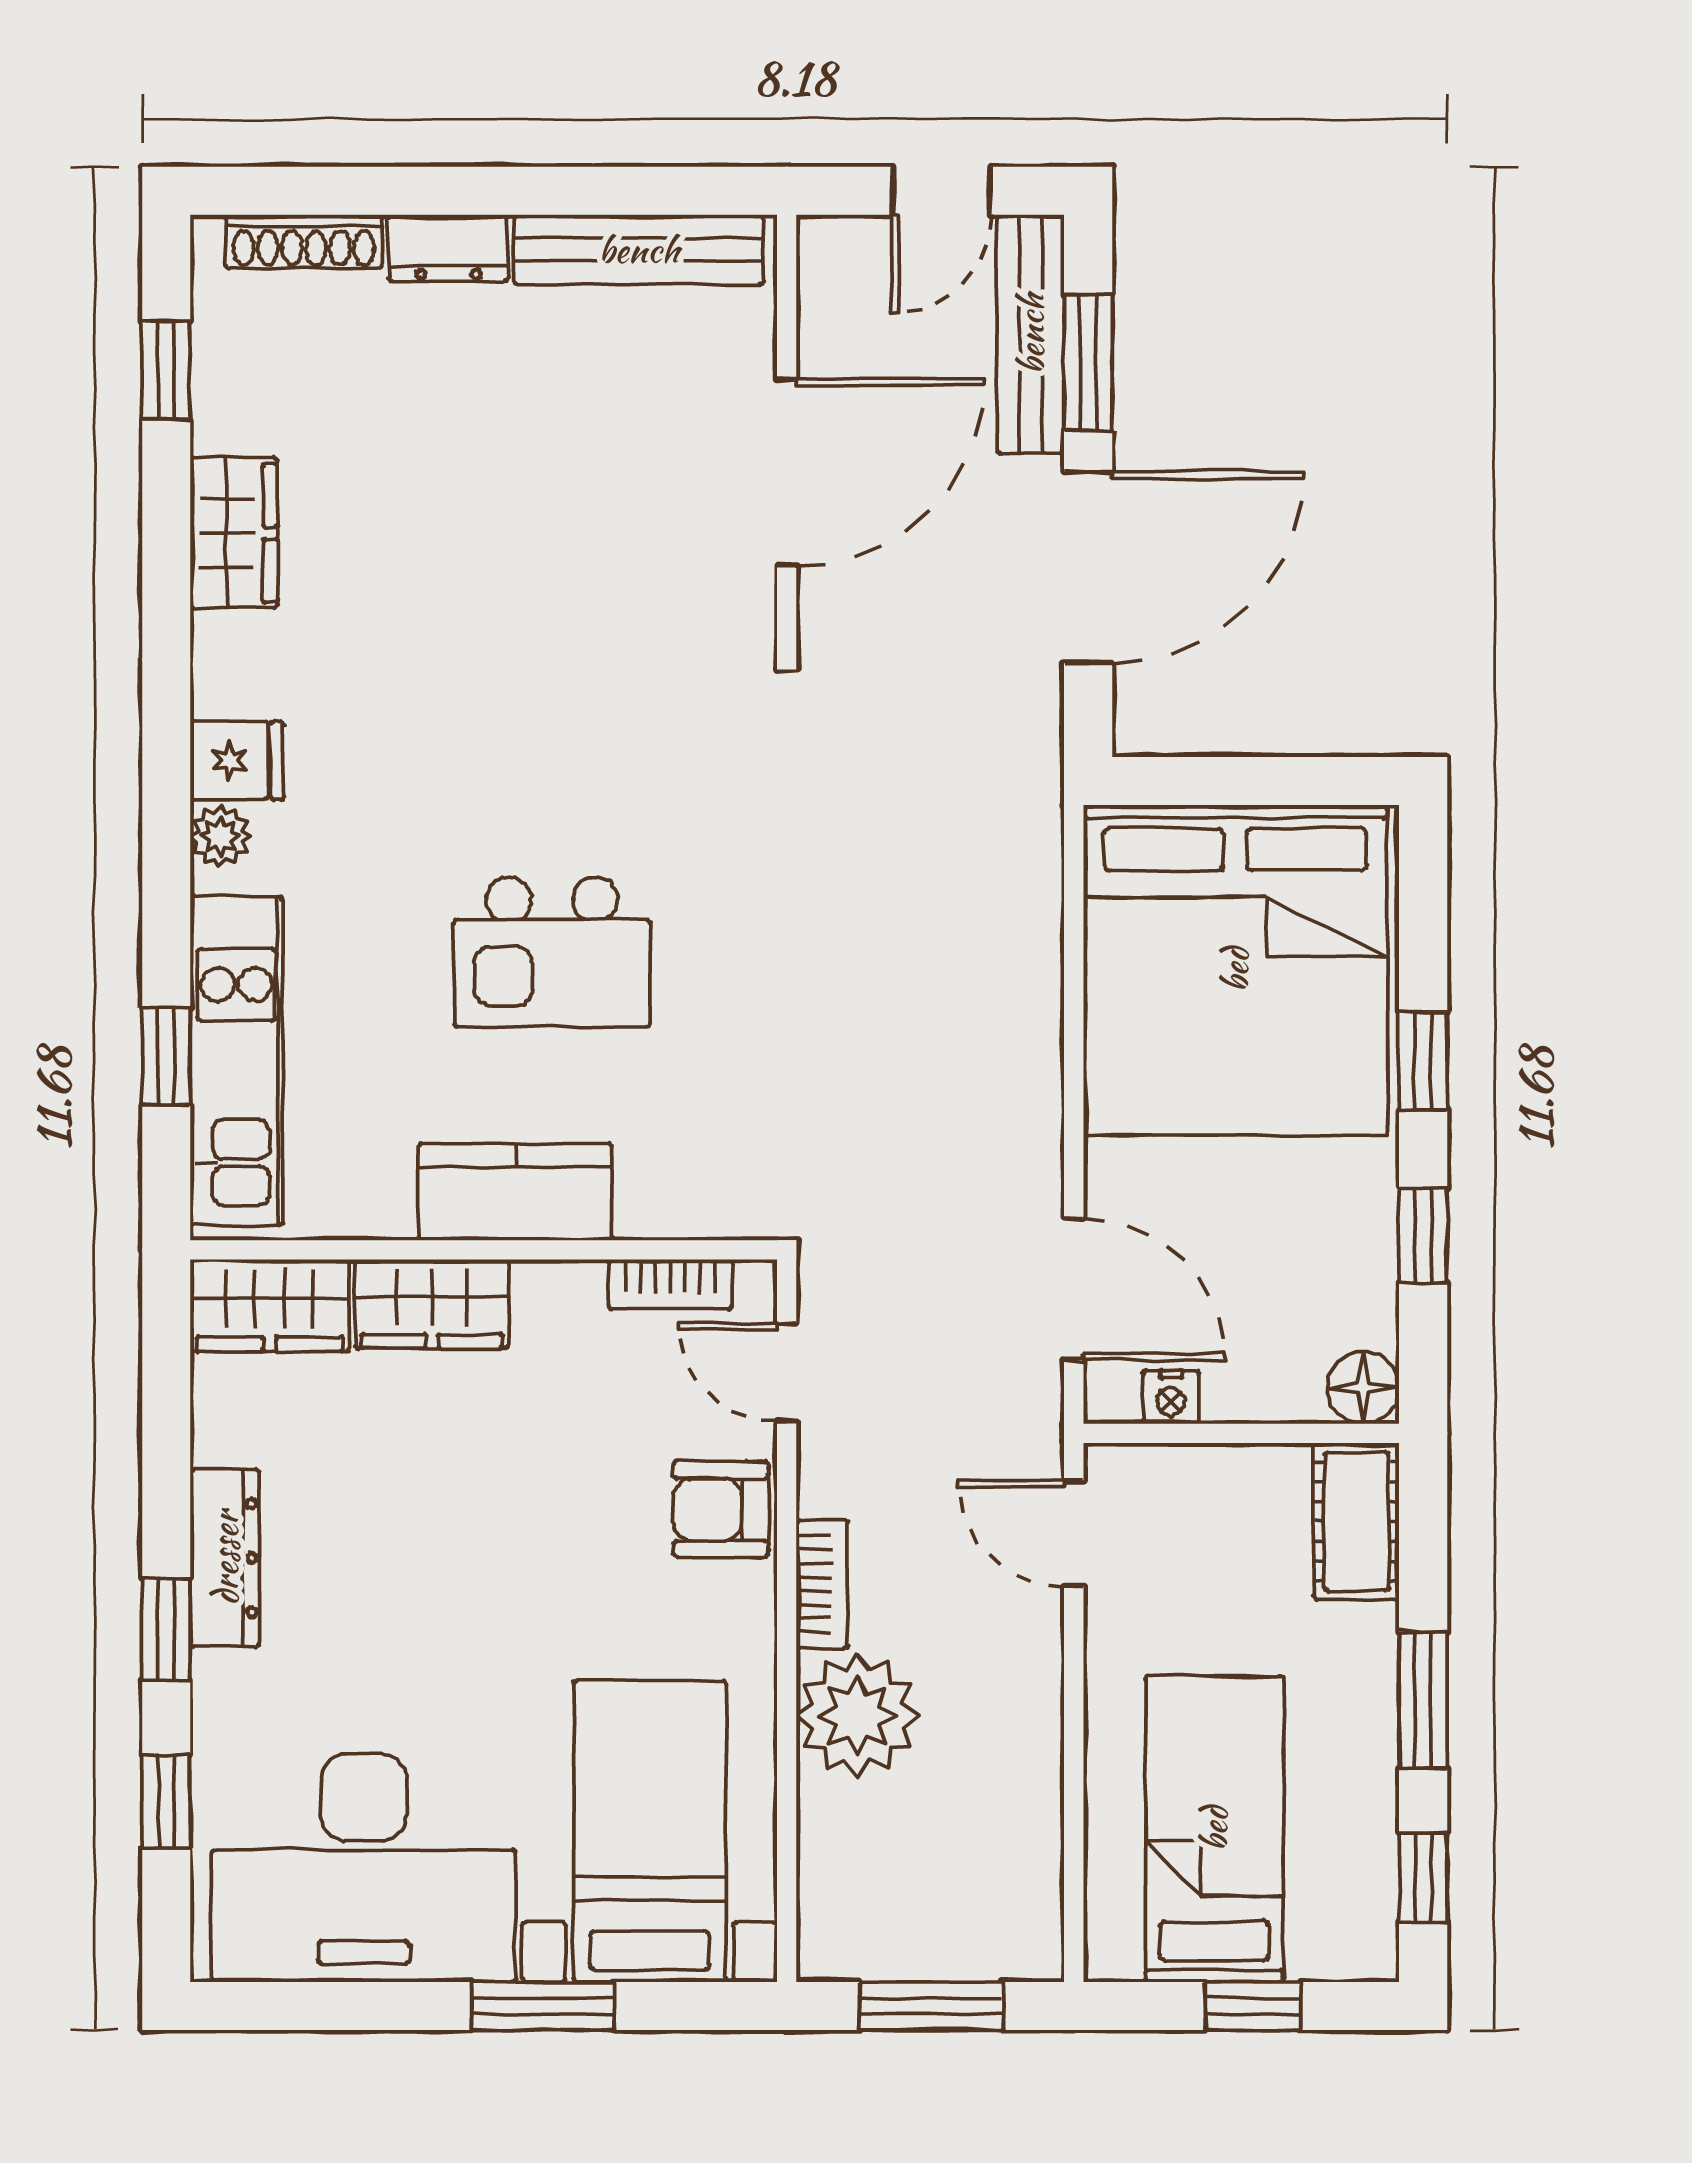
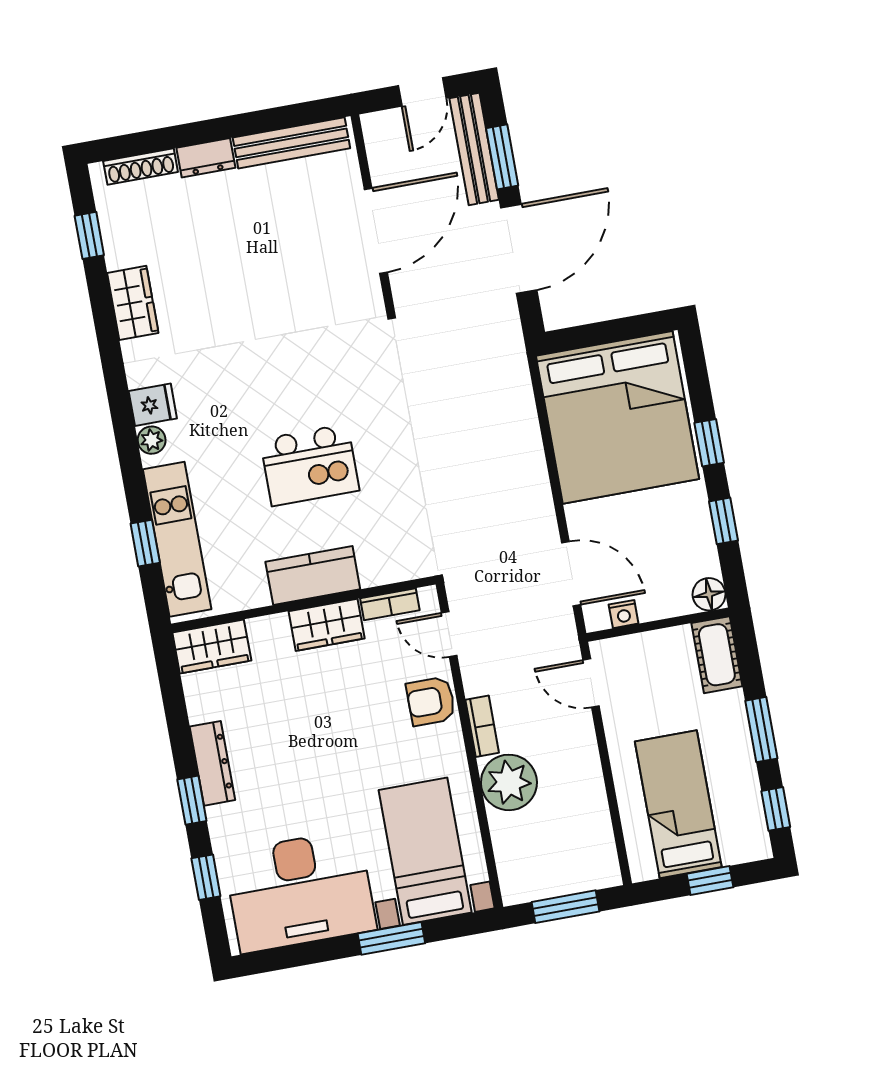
wardrobe: (432, 1304) -> (327, 625), moved

